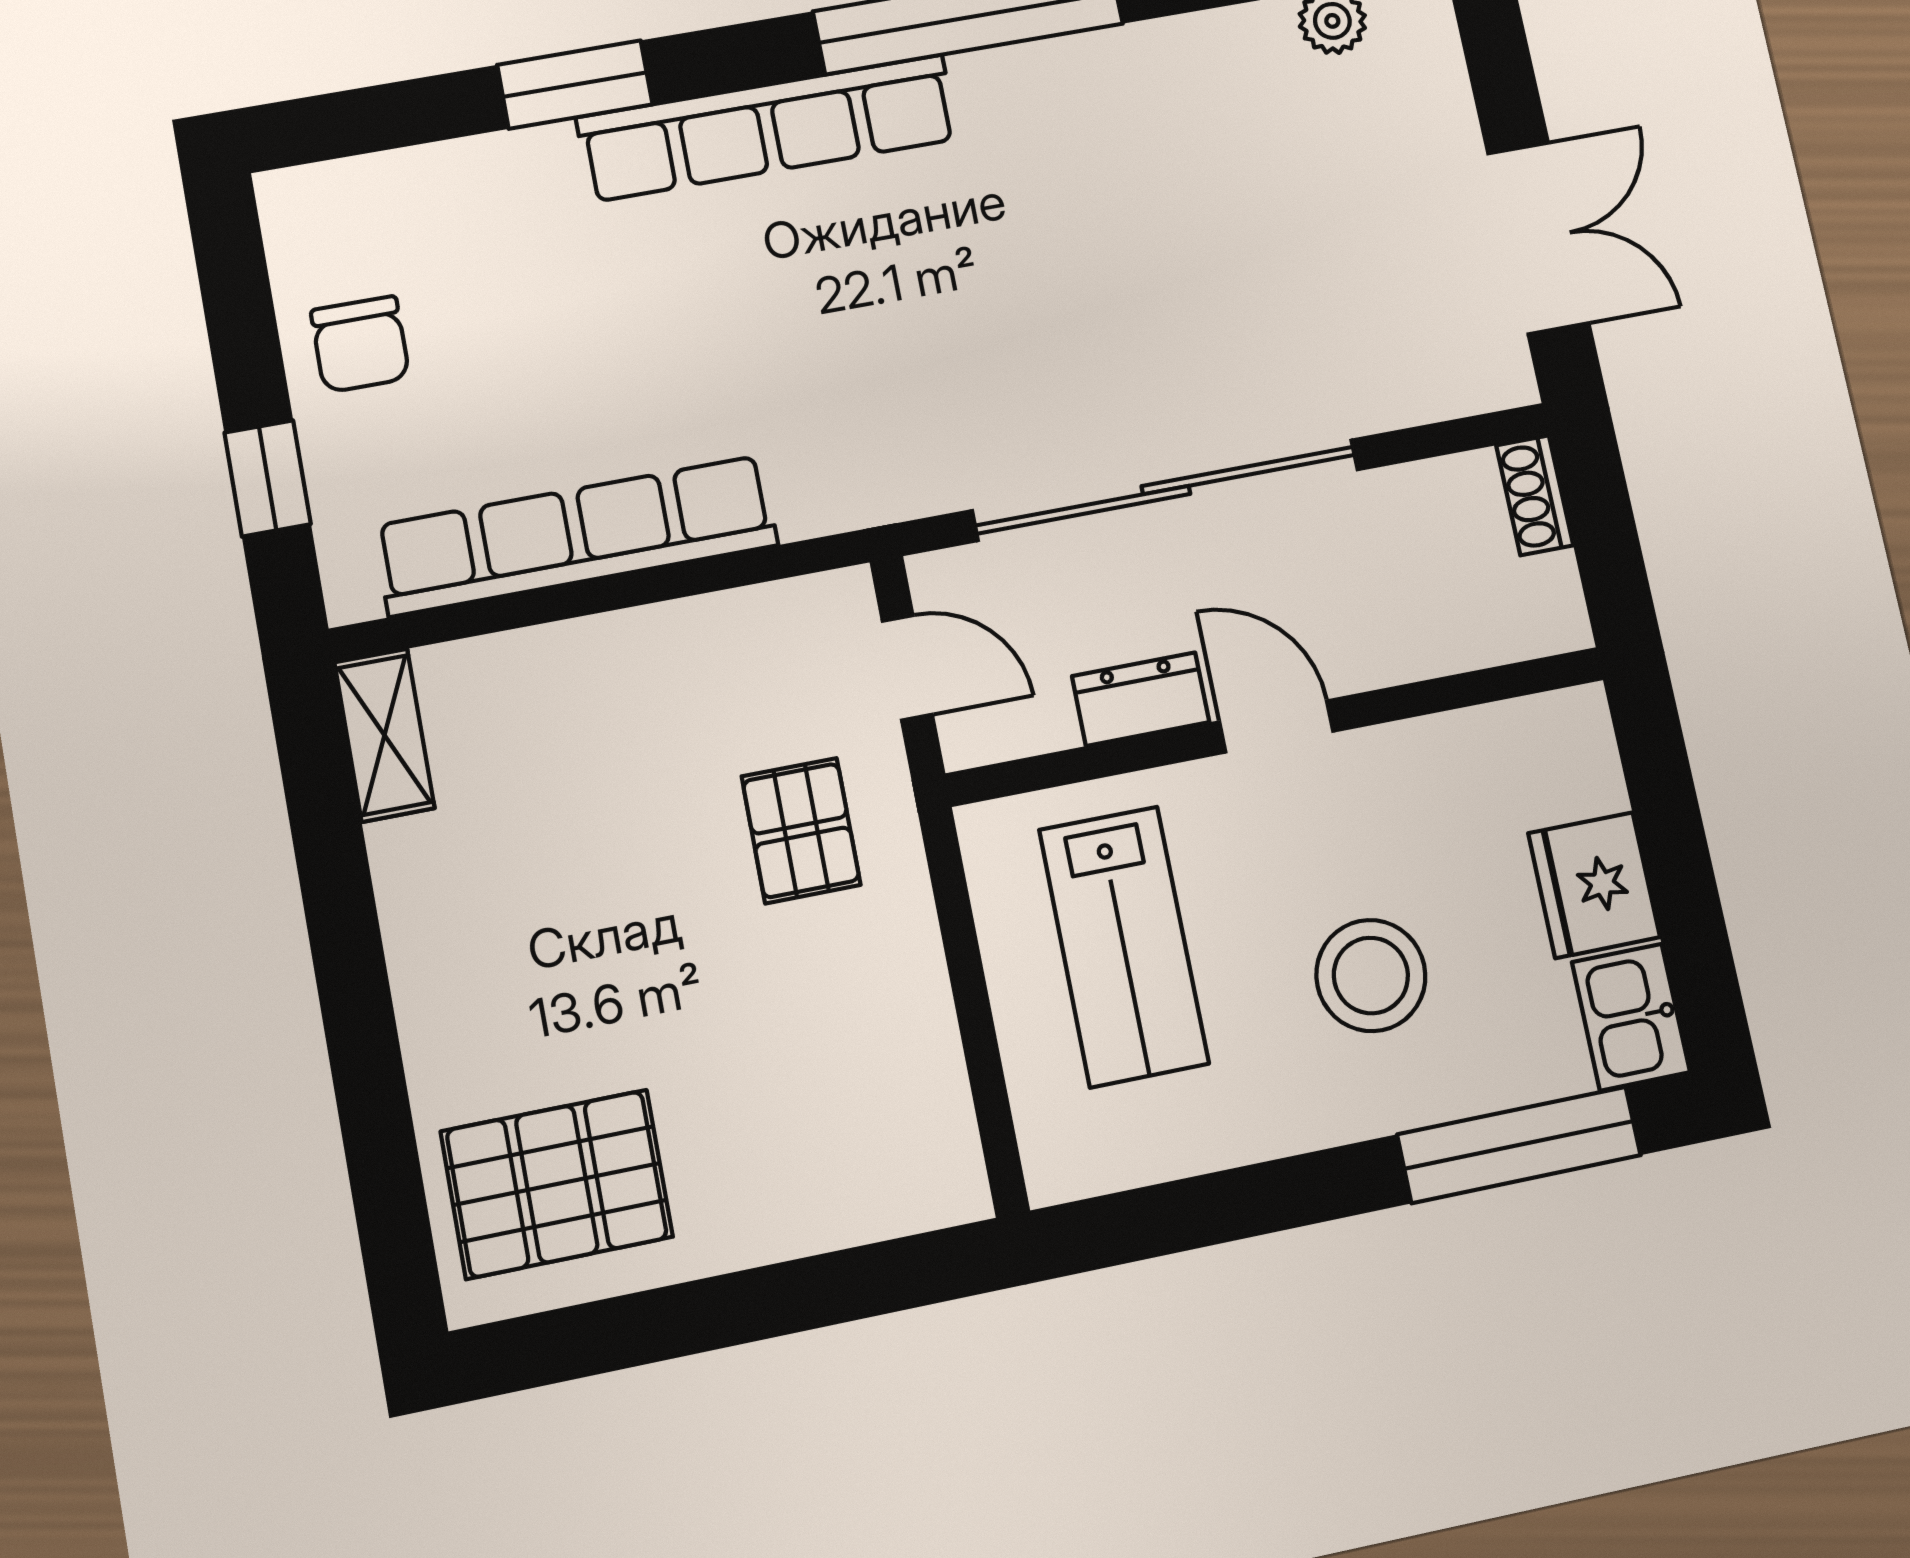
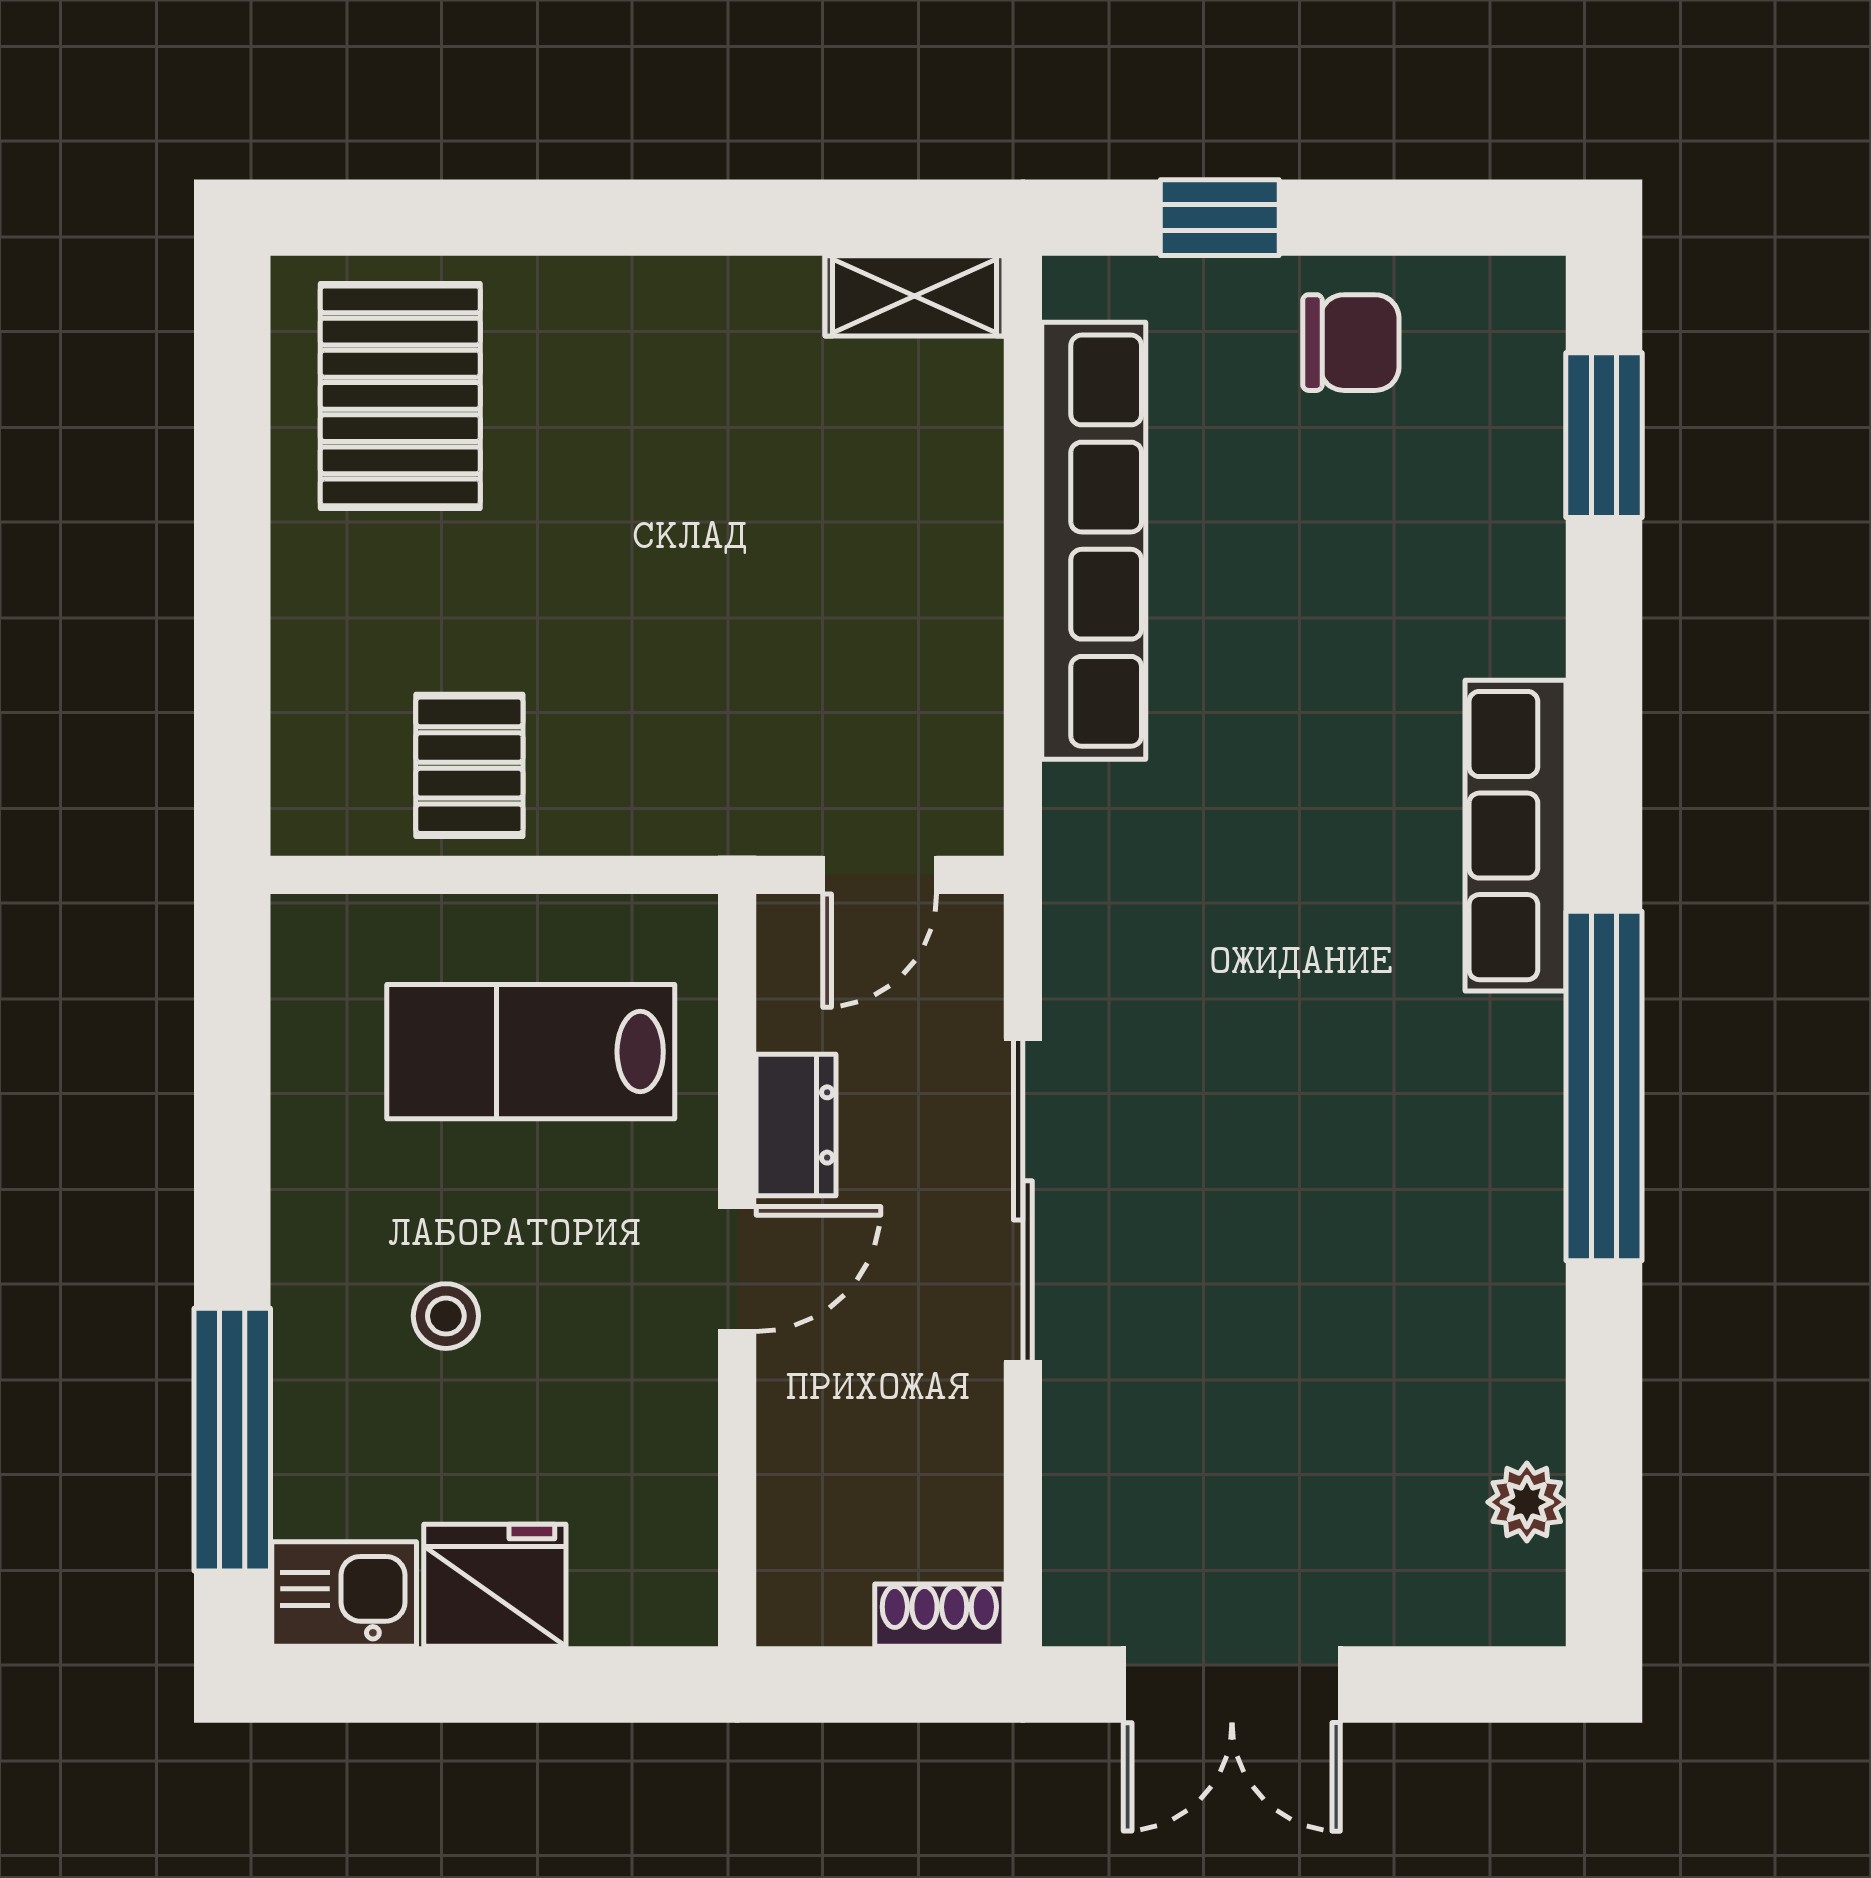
window: (575, 85) -> (1604, 435), moved
row of seats: (768, 128) -> (1516, 836), width x0.73
chair: (360, 344) -> (1351, 343), turned 180
sliding door: (1166, 490) -> (1023, 1200), width x0.73
pallet: (801, 831) -> (469, 765), moved, turned 90
stool: (1371, 975) -> (446, 1316), width x0.53, depth x0.53

